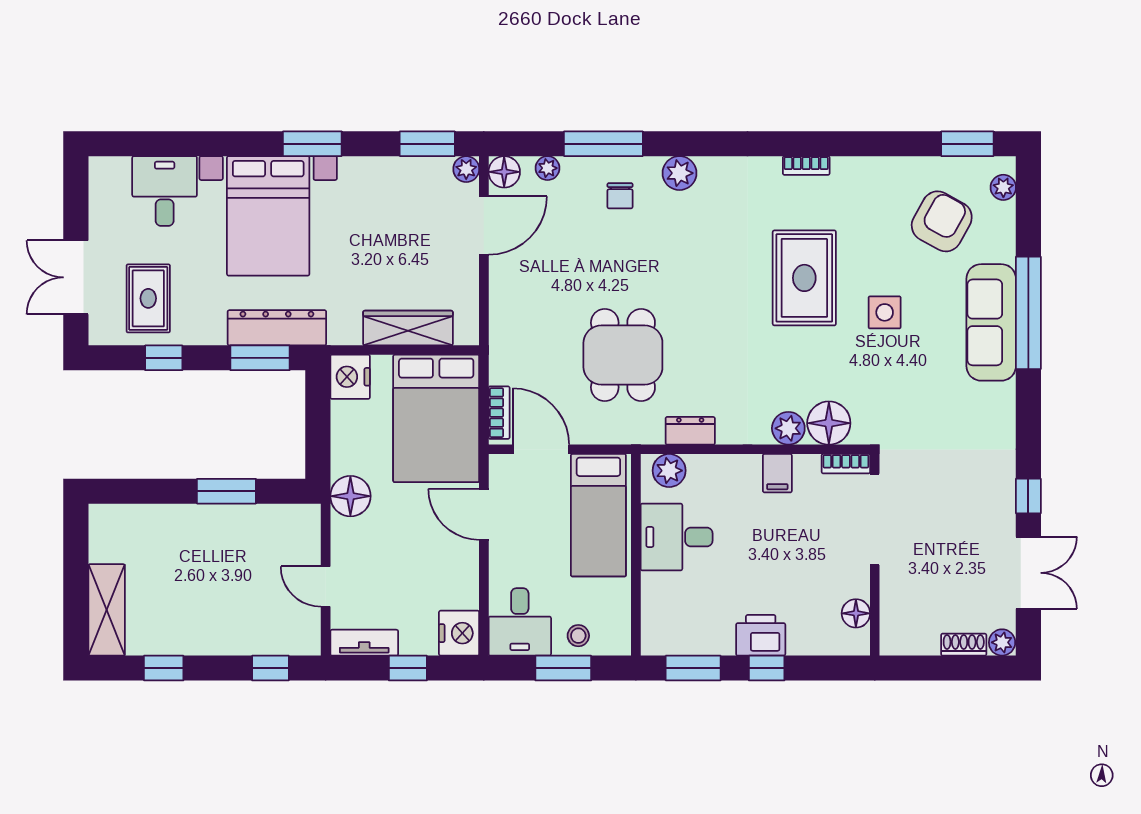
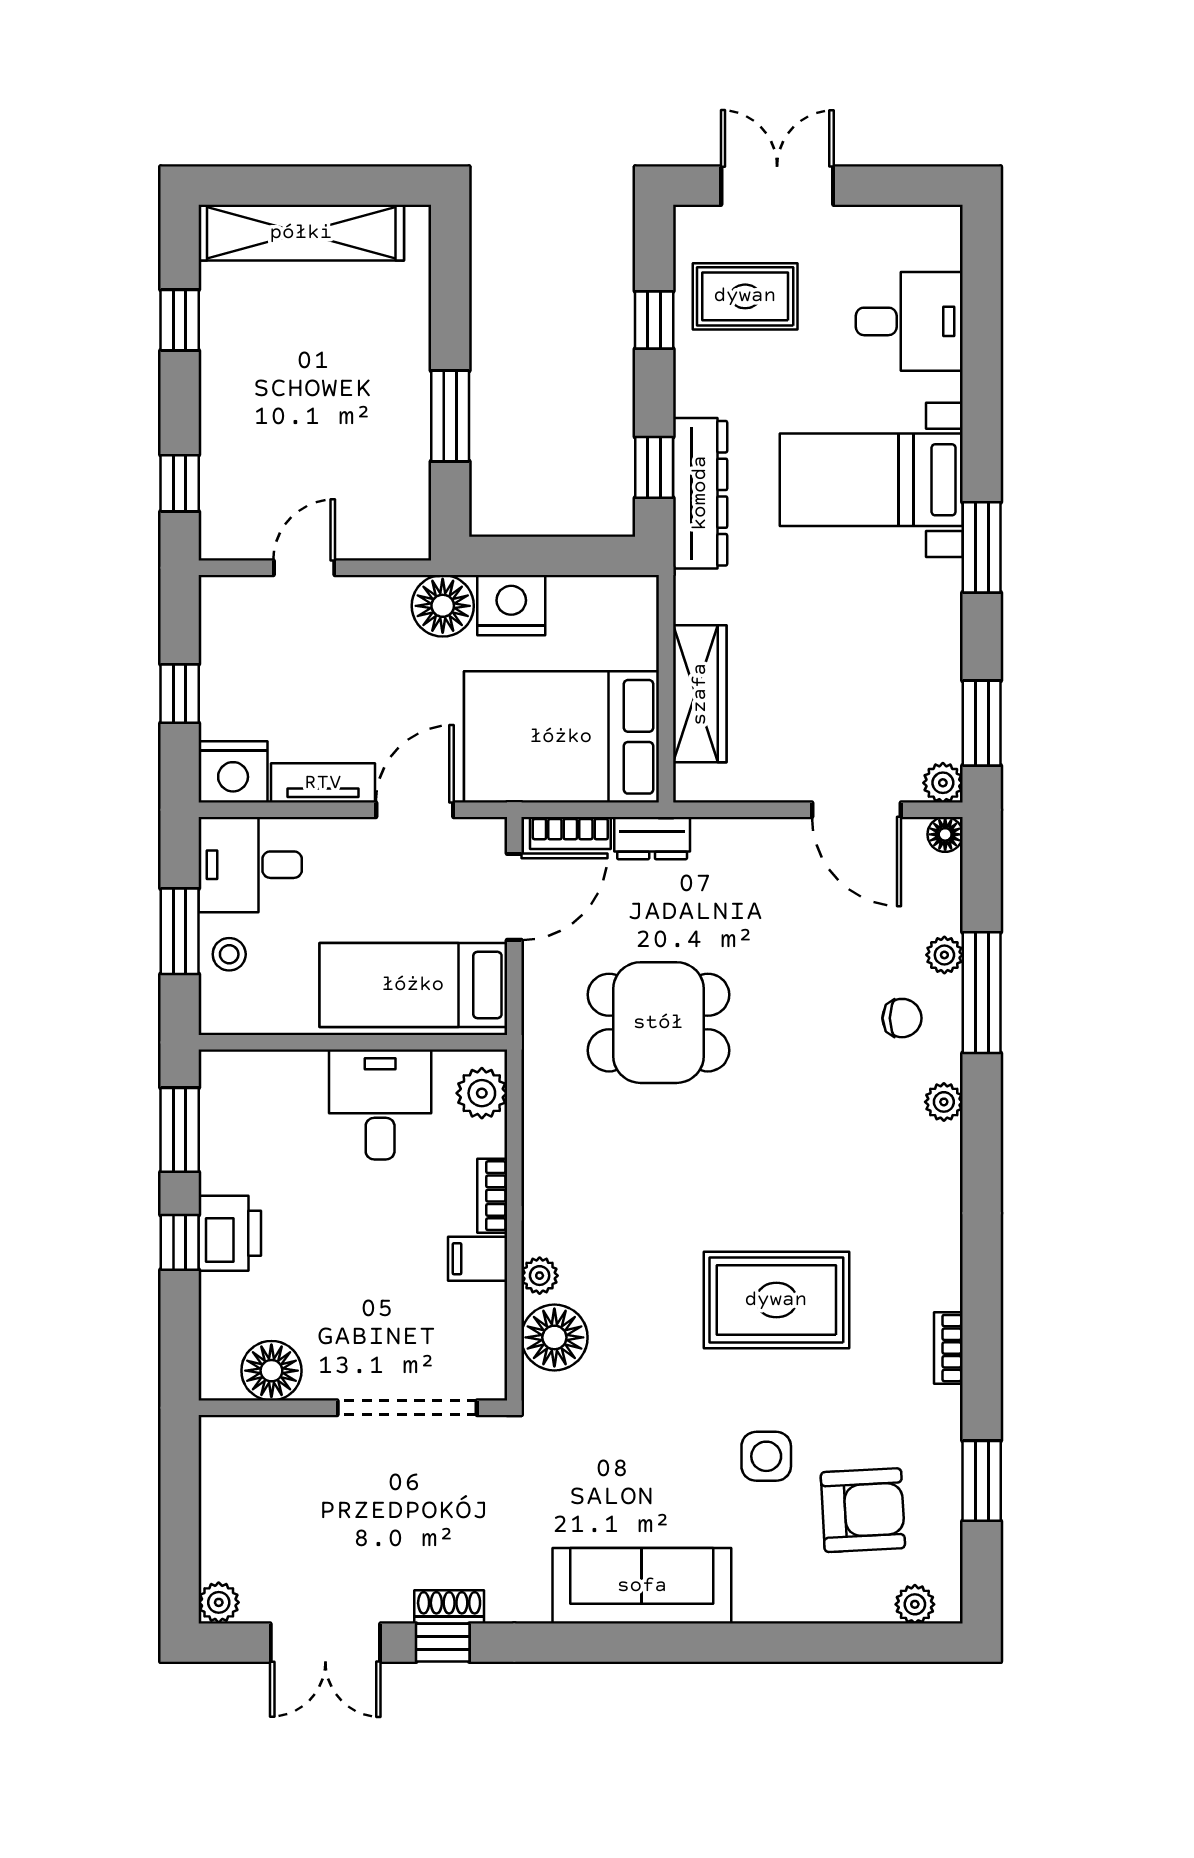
window: (967, 144) -> (982, 1481), moved
bookcase: (806, 165) -> (948, 1348), moved
plant: (548, 168) -> (944, 955), moved
floor lamp: (504, 172) -> (945, 834), width x0.73, depth x0.73
plant: (679, 173) -> (944, 1102), width x0.73, depth x0.73
chair: (620, 196) -> (902, 1018), turned 180
bed with nightstands: (268, 216) -> (871, 480), width x0.73
armchair: (942, 221) -> (863, 1510), turned -32
side table: (885, 312) -> (766, 1456), moved
window: (1028, 313) -> (723, 1643), removed
sofa: (991, 322) -> (642, 1586), moved
window: (260, 358) -> (654, 467), width x0.67
nightstand: (350, 377) -> (511, 605), moved
plant: (788, 428) -> (540, 1276), width x0.73, depth x0.73
dresser: (690, 431) -> (652, 838), moved, turned 90
bookcase: (846, 464) -> (492, 1196), moved
shelving: (107, 610) -> (301, 233), width x1.47
floor lamp: (856, 613) -> (271, 1371), width x1.38, depth x1.38
tv unit: (364, 643) -> (323, 783), moved, turned -90
shoe rack: (964, 645) -> (449, 1607), moved, turned -90

